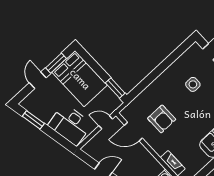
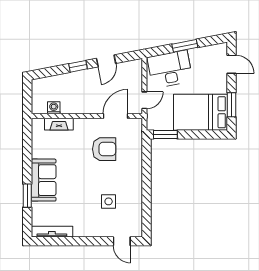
door: (38, 80) -> (231, 64), moved
armchair: (162, 119) -> (104, 149), turned 180
window: (33, 120) -> (185, 46), moved

